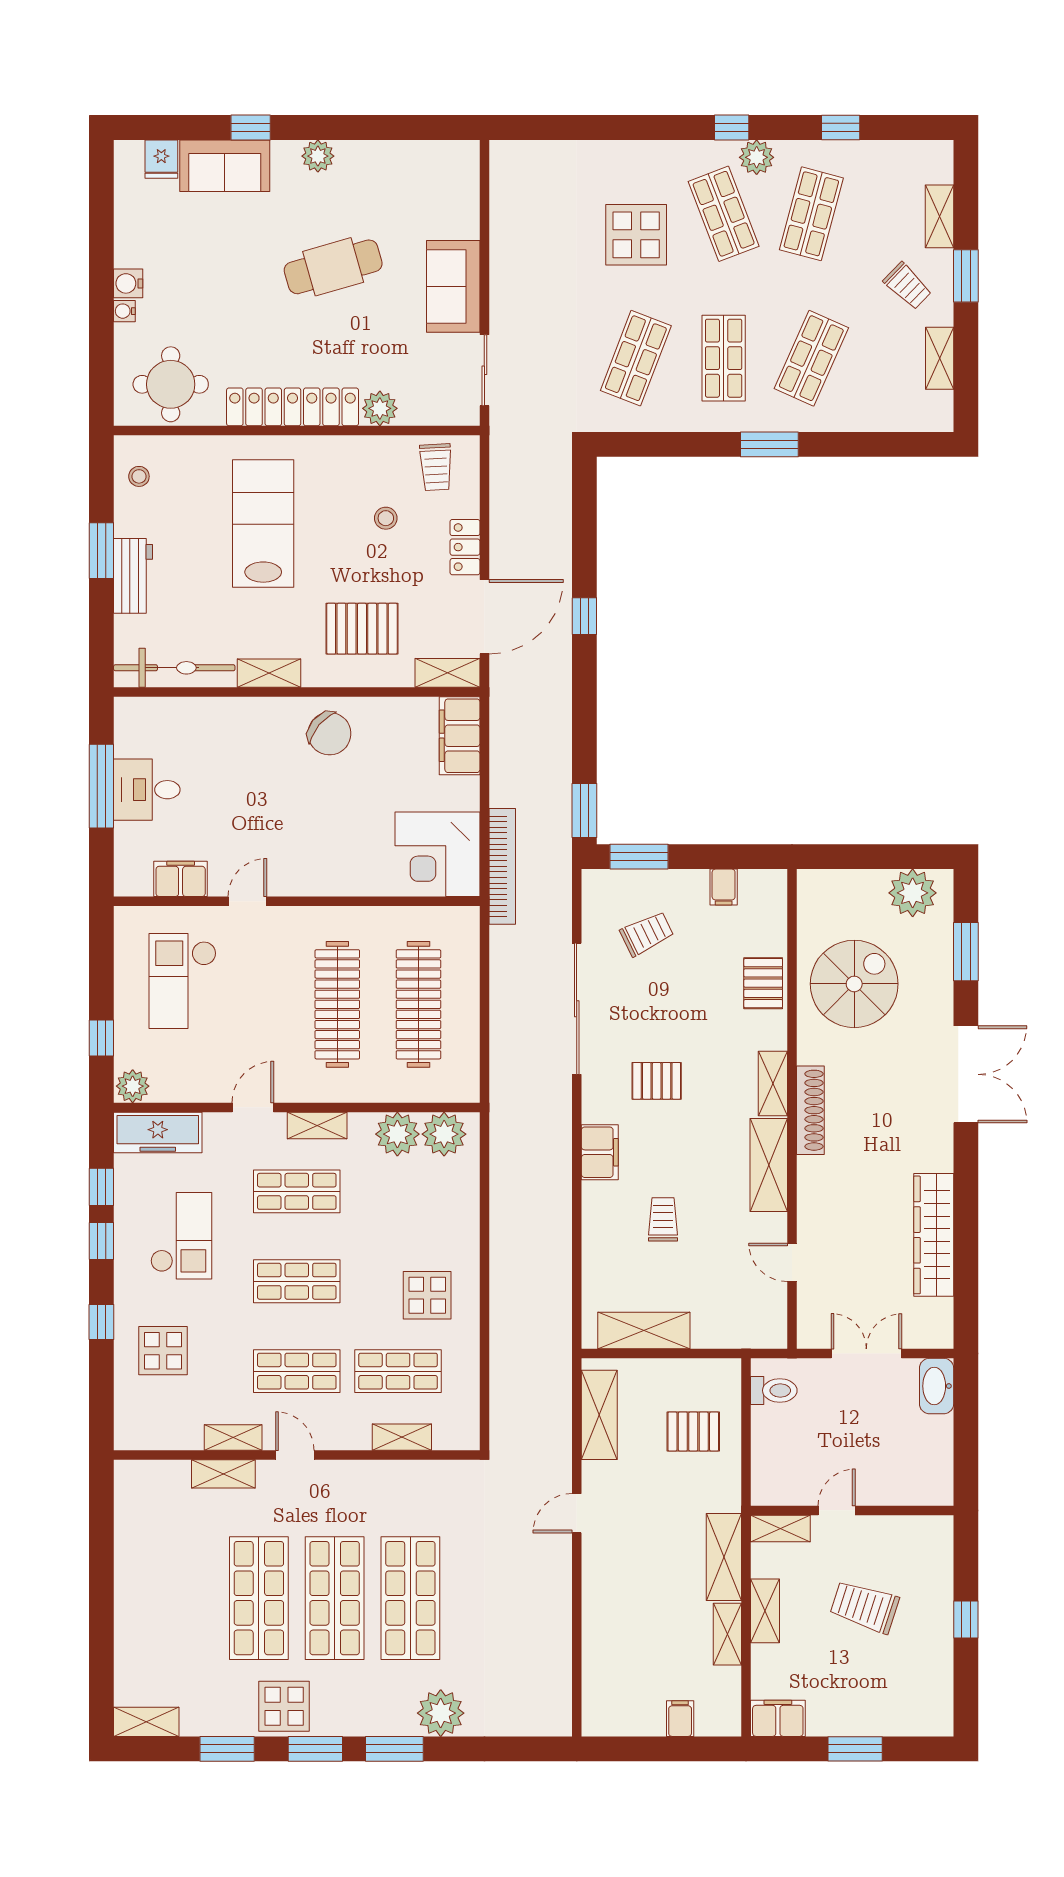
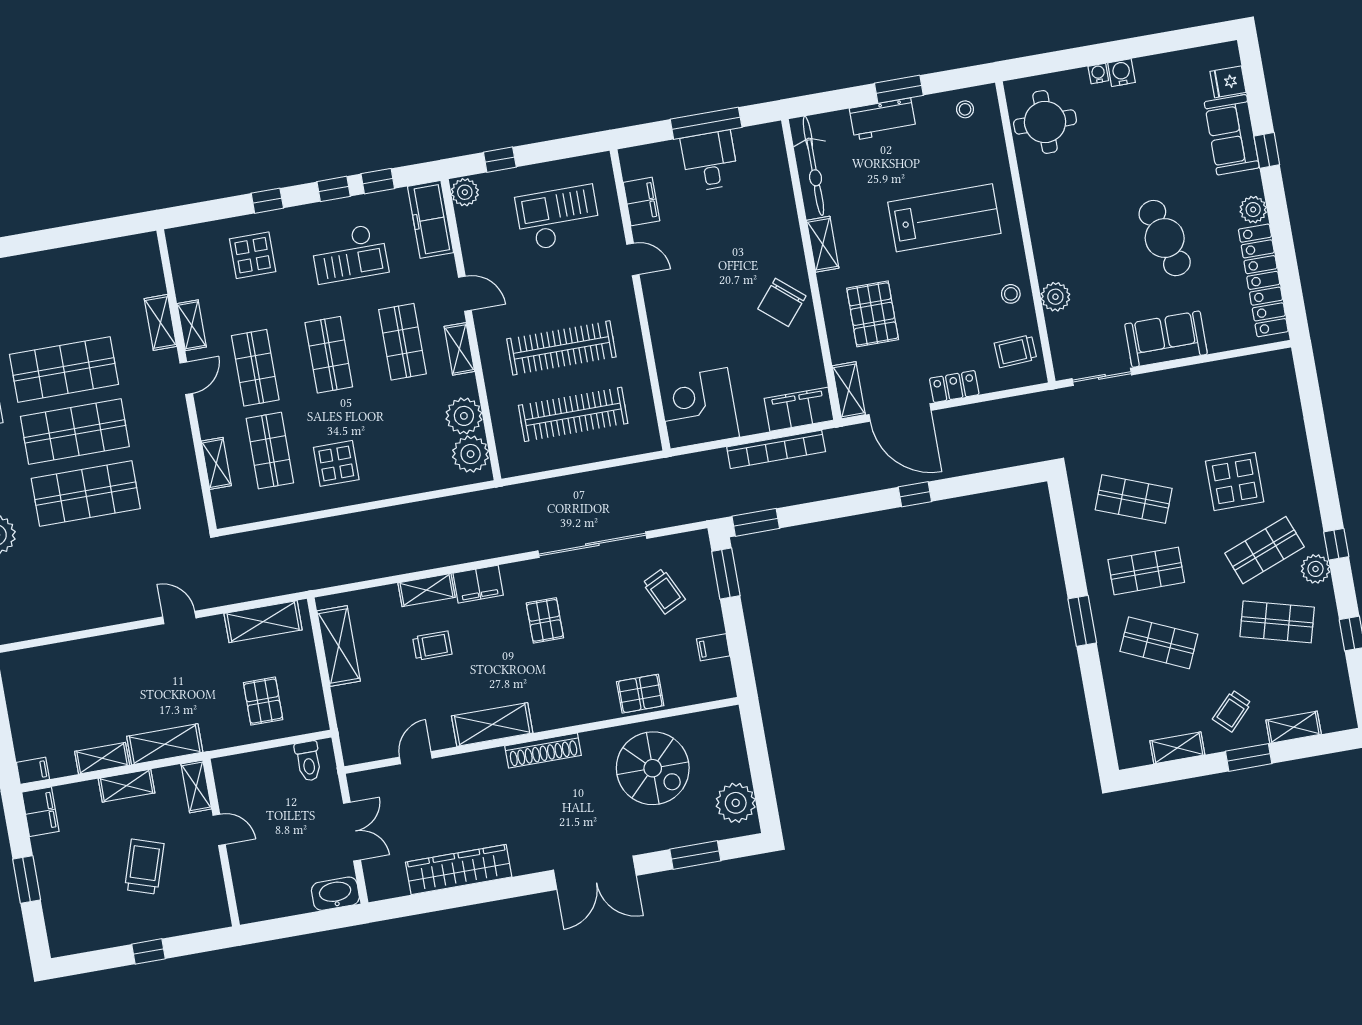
locker: (293, 407) -> (1263, 280), moved, turned 180
stool: (386, 518) -> (1011, 294), moved
bookcase: (502, 866) -> (776, 449), moved
shelving: (773, 1084) -> (426, 590), moved
filing cabinet: (680, 1719) -> (33, 771), moved

